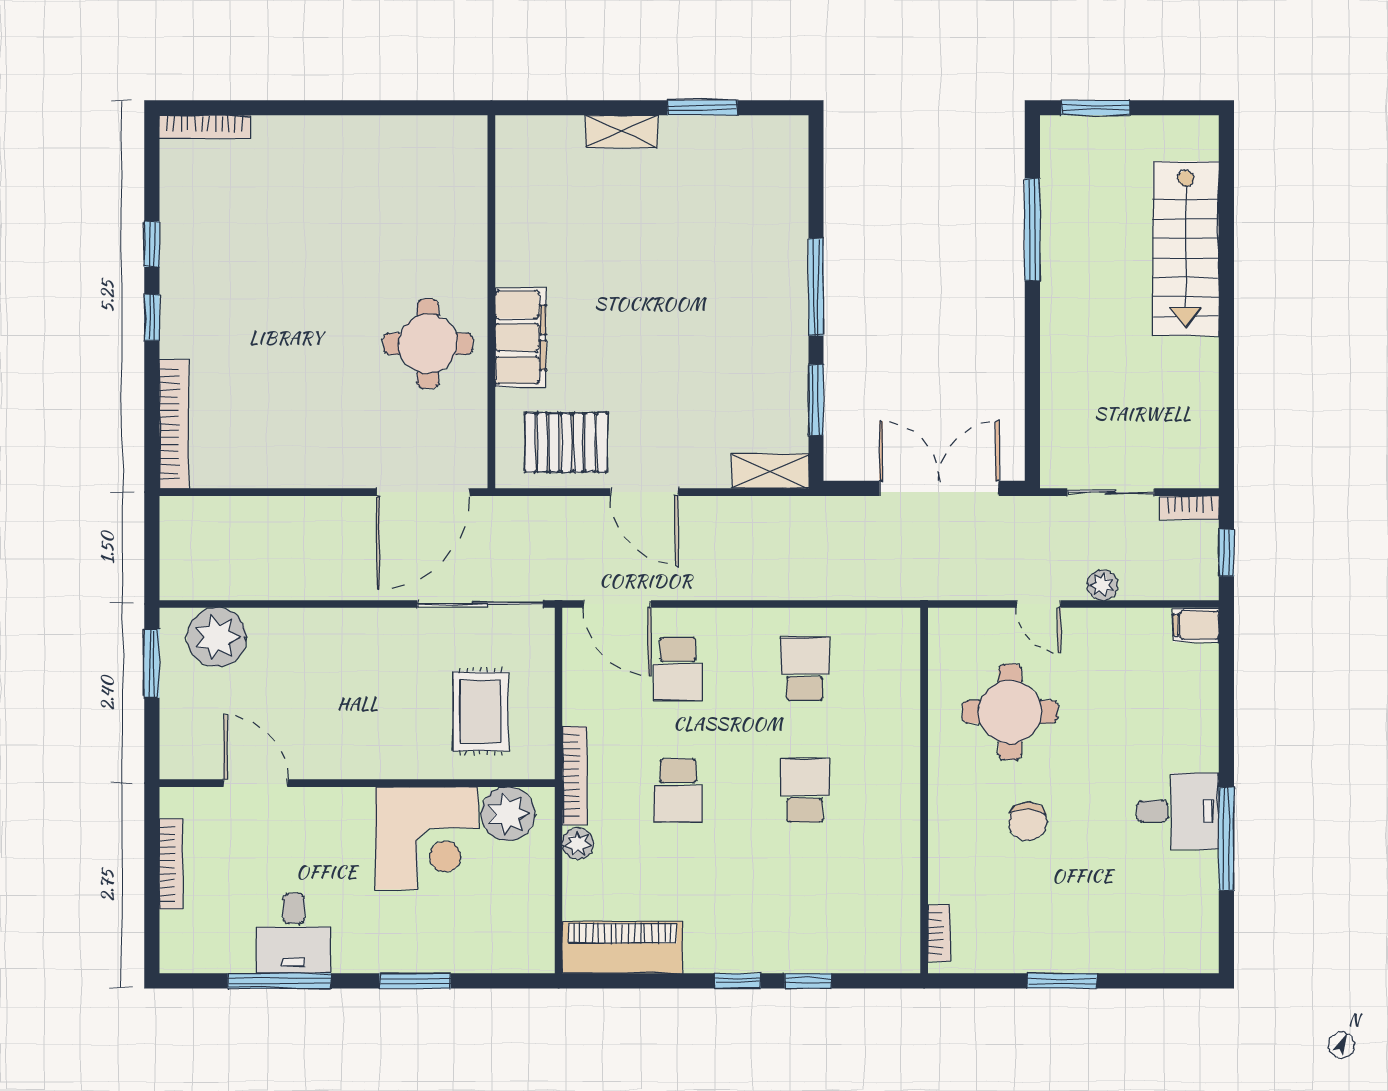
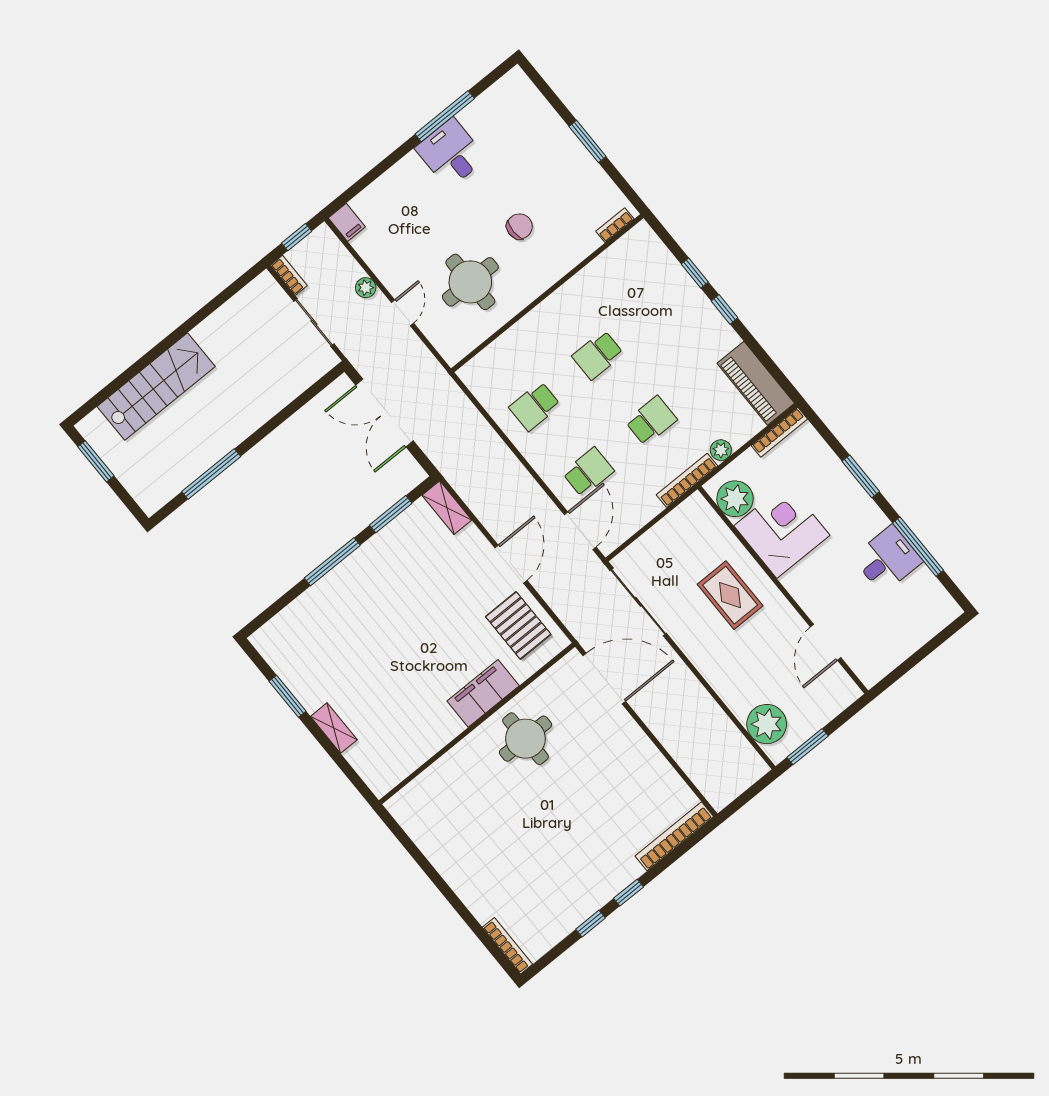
window: (1095, 108) -> (96, 461), moved
rug: (480, 711) -> (730, 595), moved, turned 90
bookcase: (171, 864) -> (779, 432), moved, turned 180

